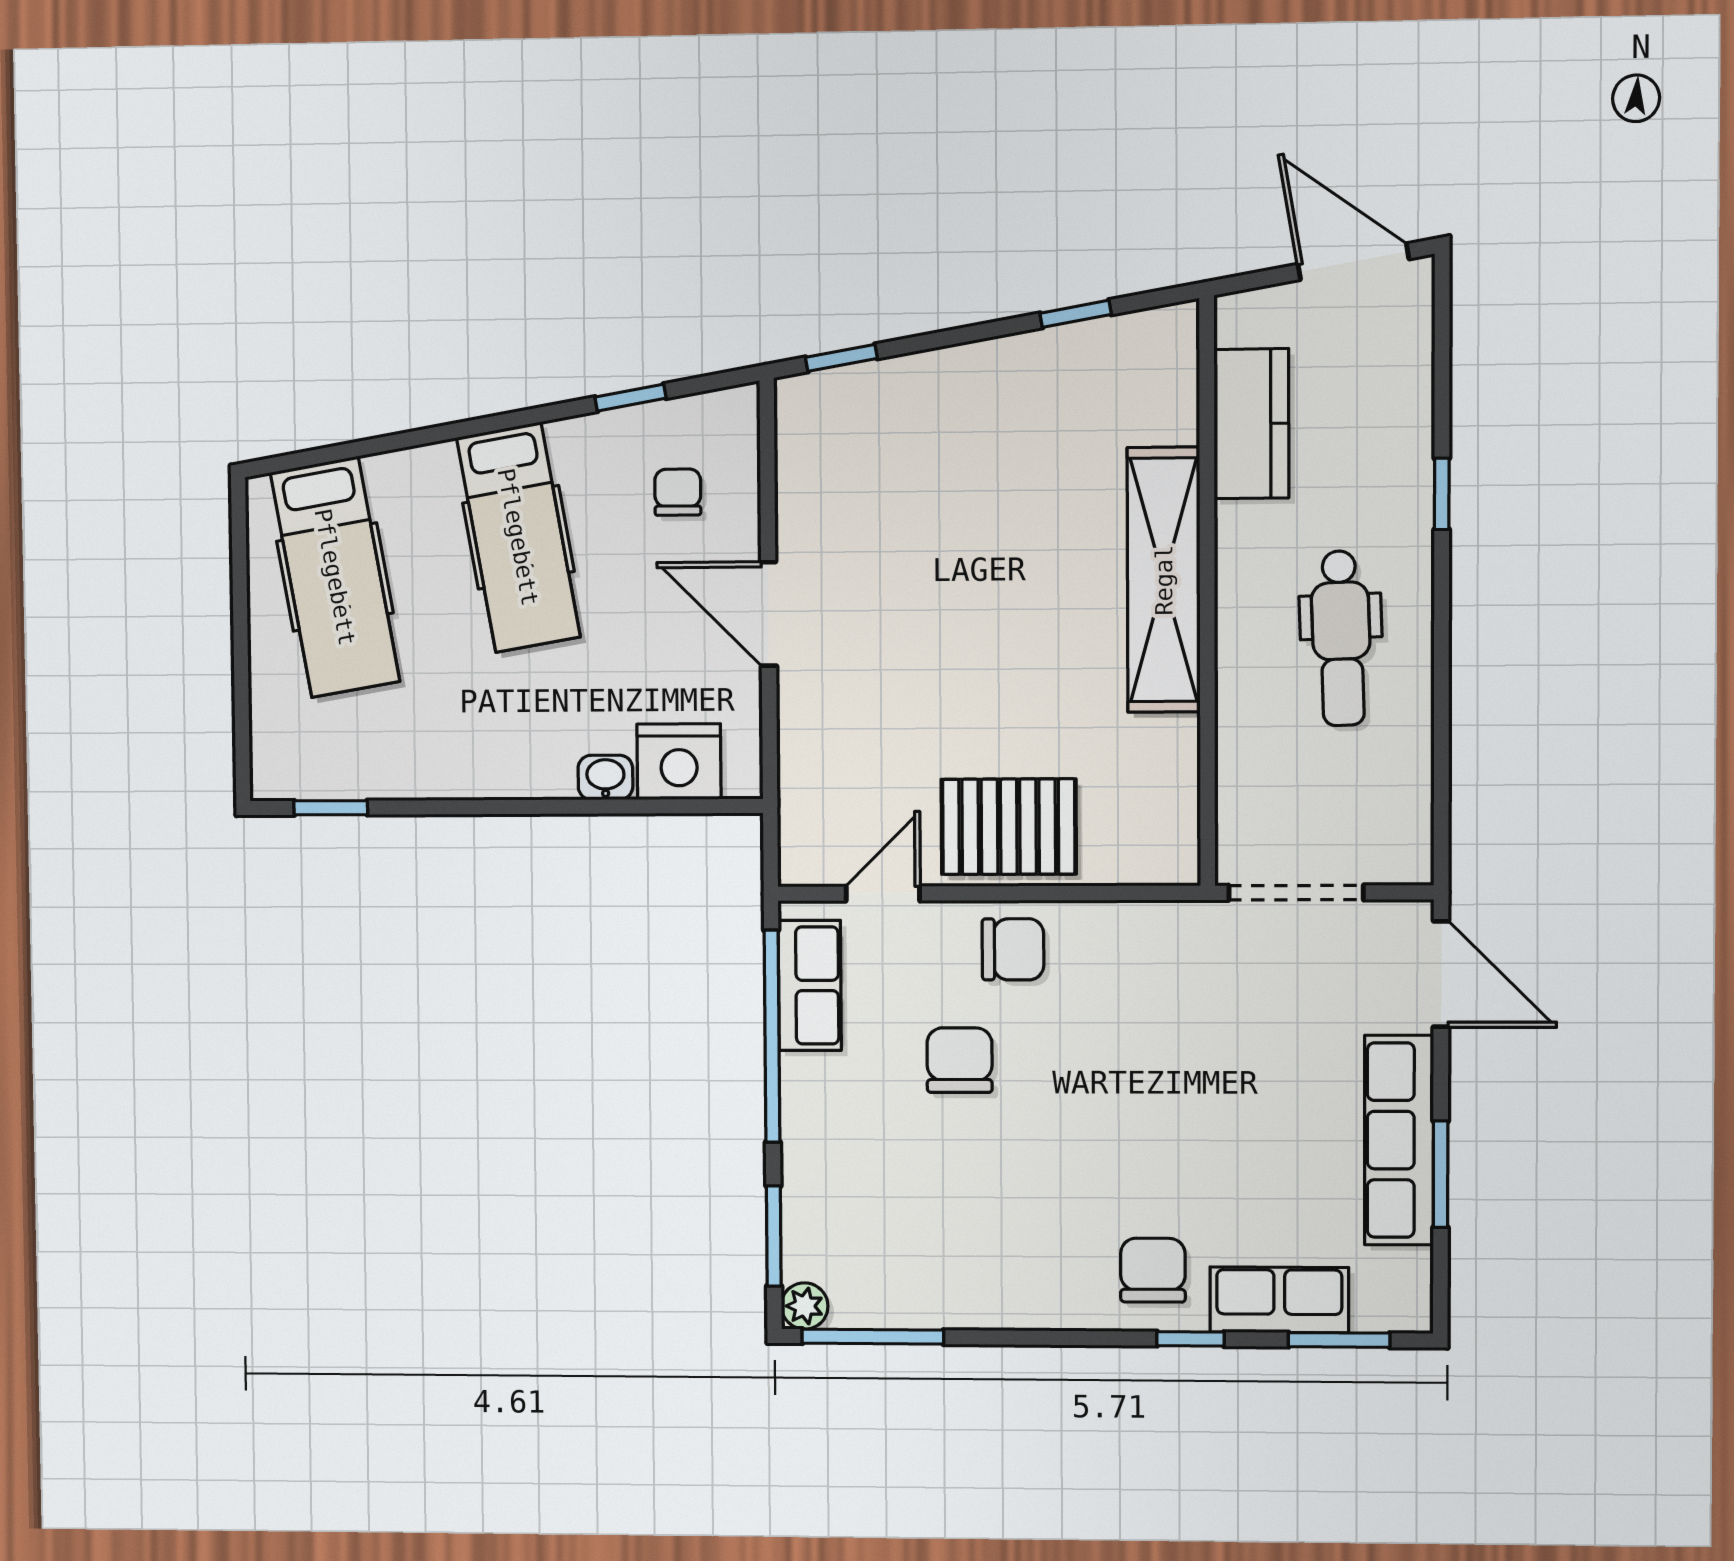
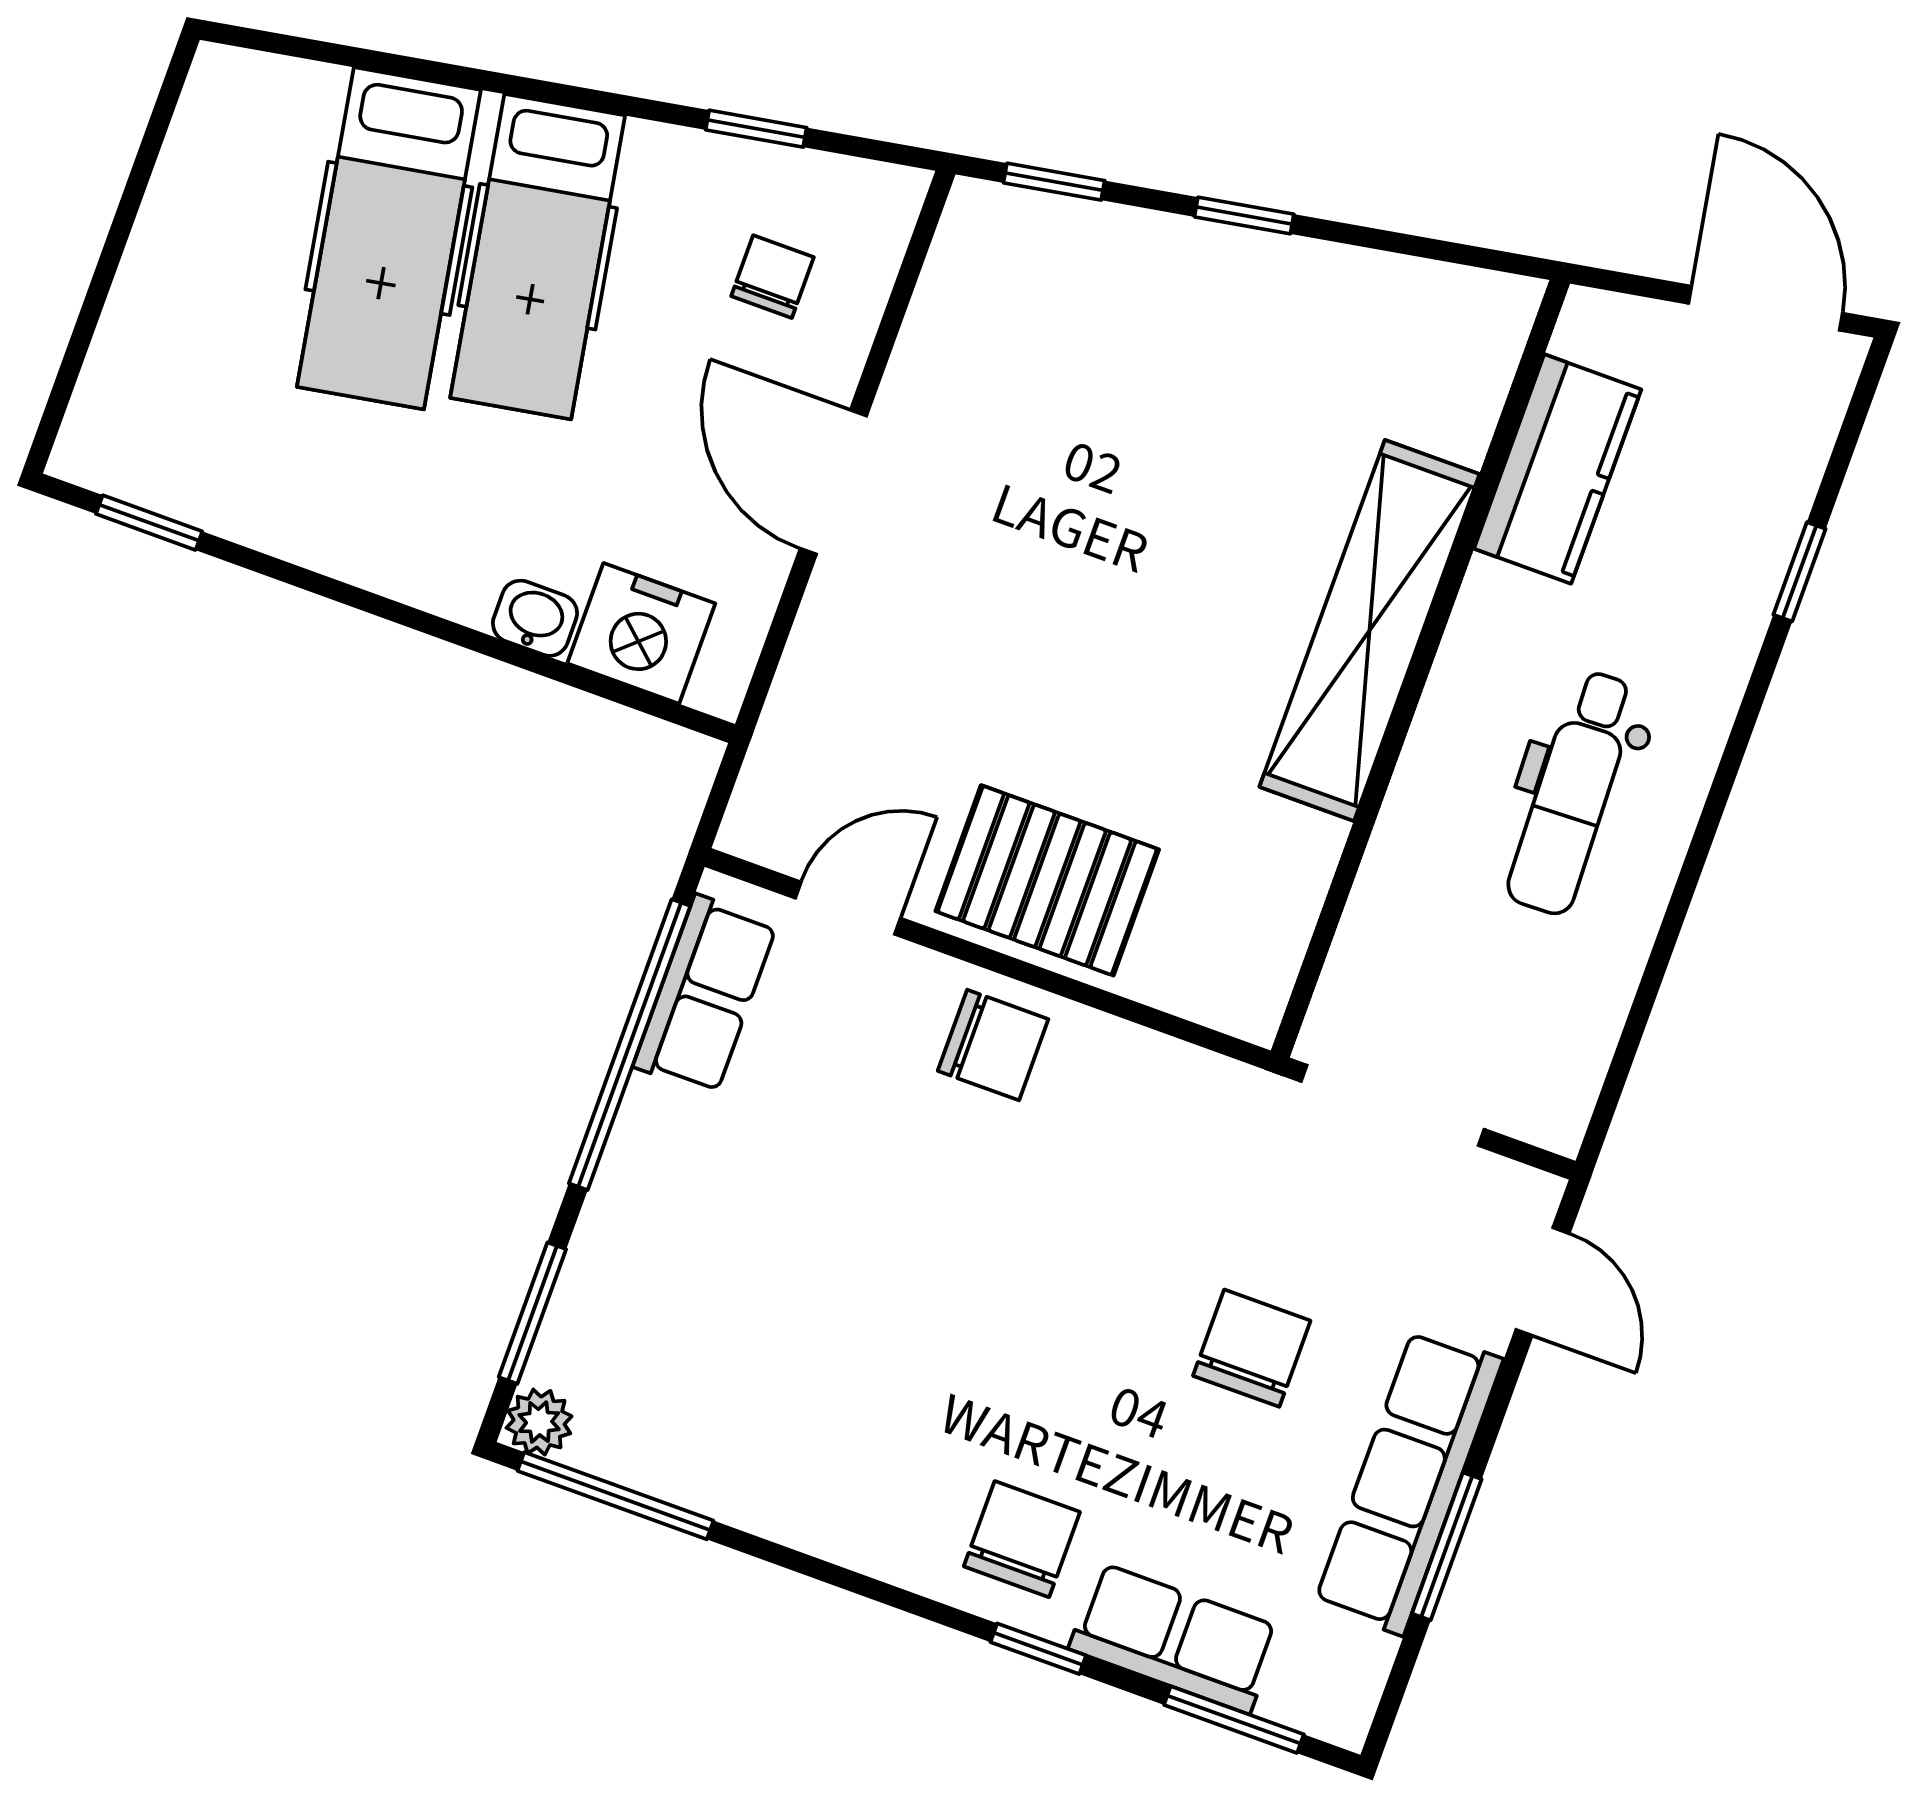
window: (1076, 314) -> (1244, 215), moved
window: (1442, 494) -> (1800, 572), moved
hospital bed: (335, 577) -> (389, 238), moved
door: (1441, 974) -> (1543, 1282), width x0.73
chair: (960, 1060) -> (1252, 1348), moved

